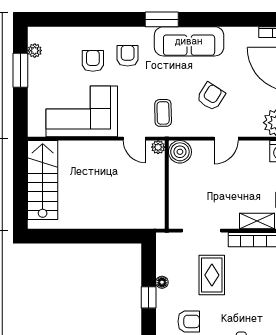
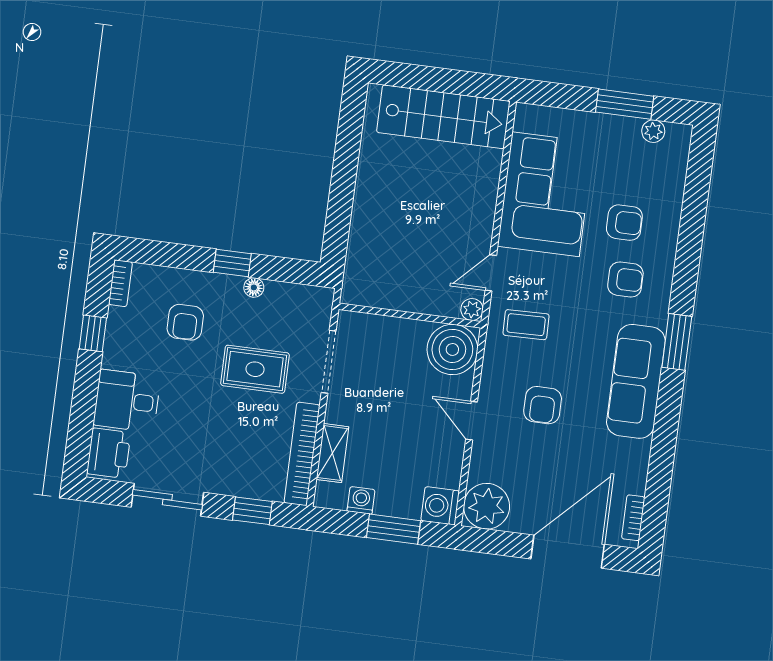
armchair: (211, 96) -> (543, 405), turned 57
boiler: (180, 152) -> (452, 349), width x1.37, depth x1.37

